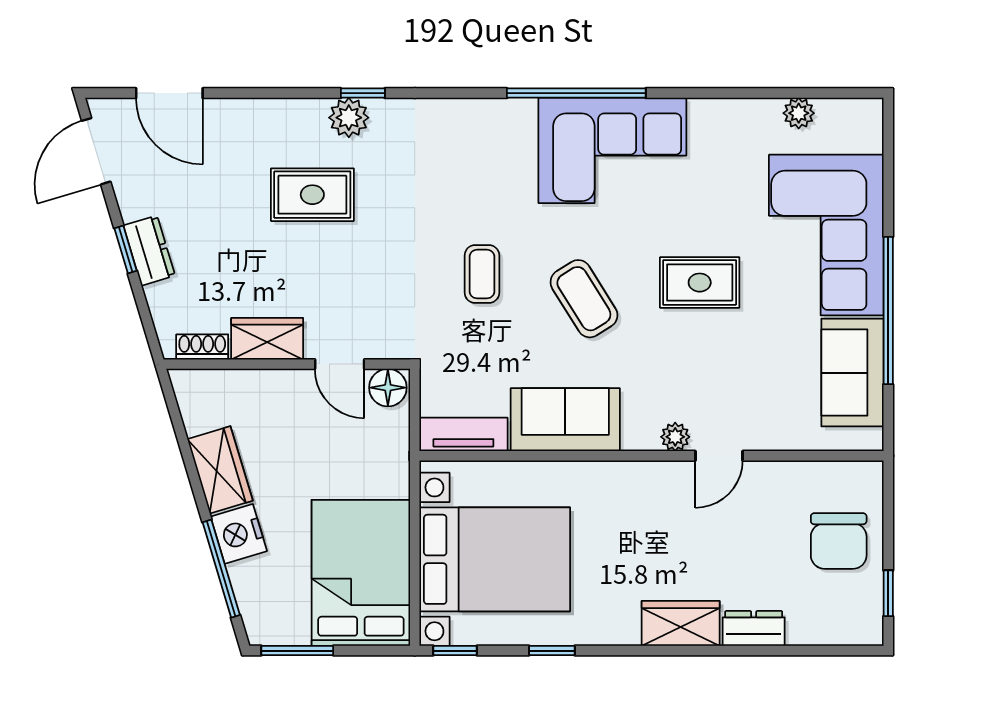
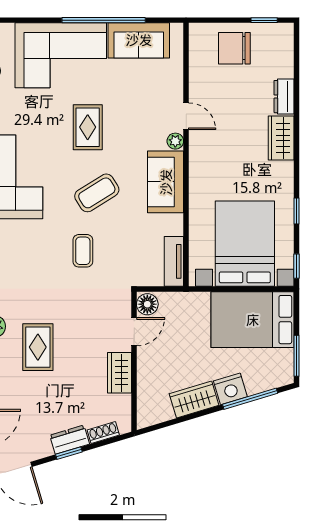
coffee table: (482, 274) -> (83, 251), turned 90
shoe rack: (202, 347) -> (103, 433), moved, turned 73
sofa: (565, 420) -> (166, 182), moved
chair: (839, 541) -> (234, 48), turned 180

